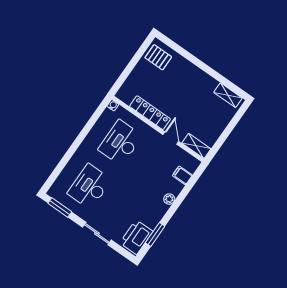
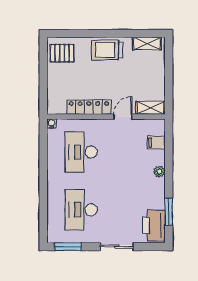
trolley: (194, 79) -> (107, 50), added
door: (171, 138) -> (123, 117), hinge flipped

